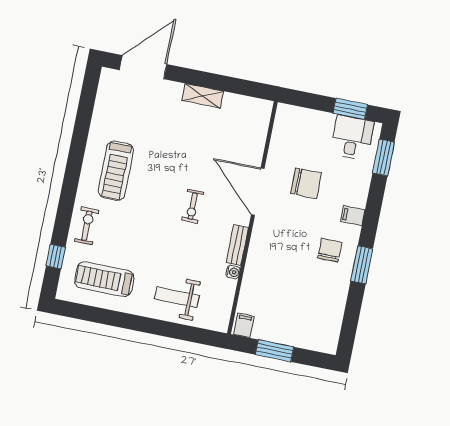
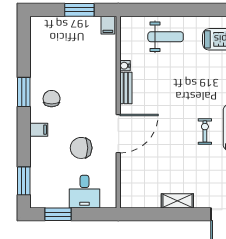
desk: (352, 138) -> (85, 192), moved
door: (258, 192) -> (118, 134), hinge flipped
exercise bike: (193, 206) -> (205, 131), moved
chair: (330, 250) -> (52, 99), turned 180

